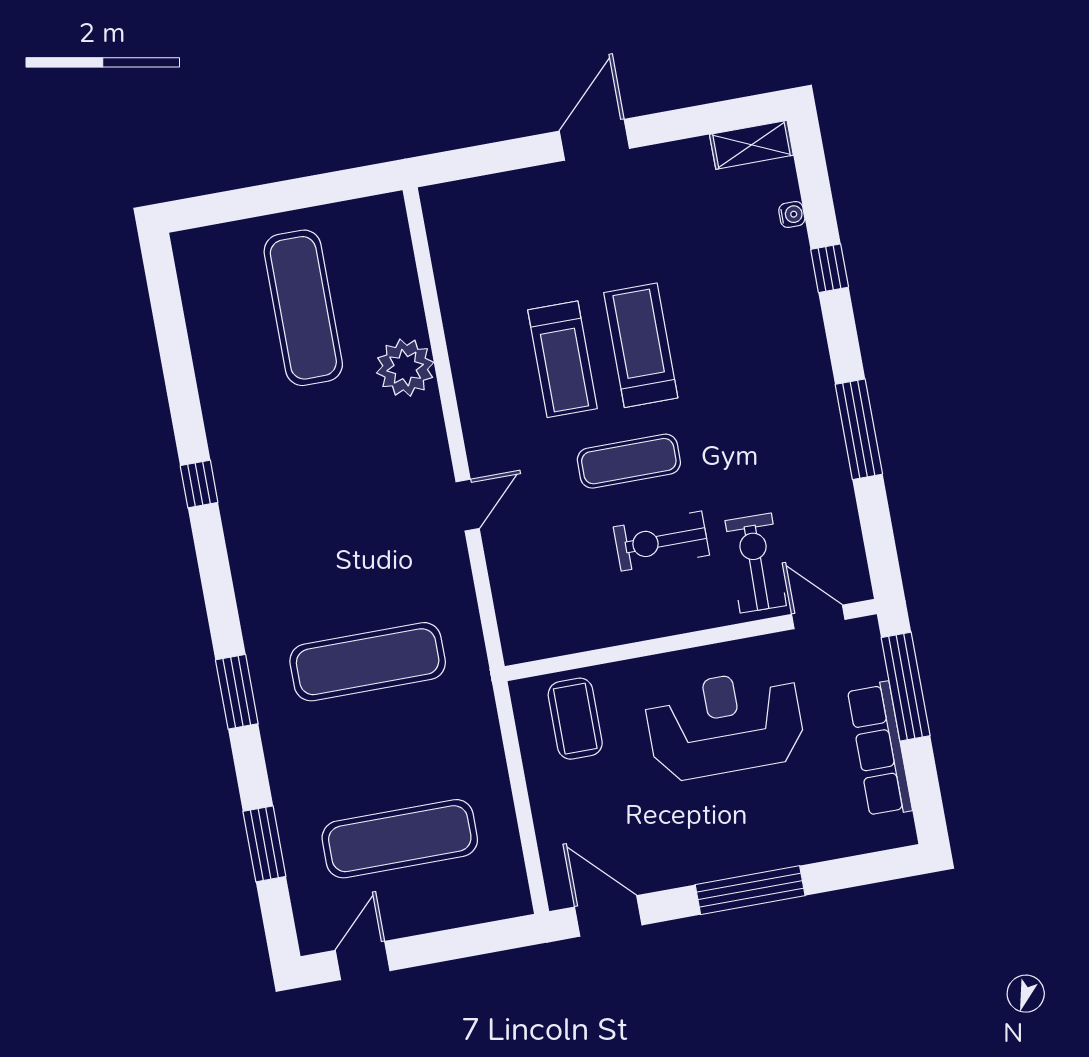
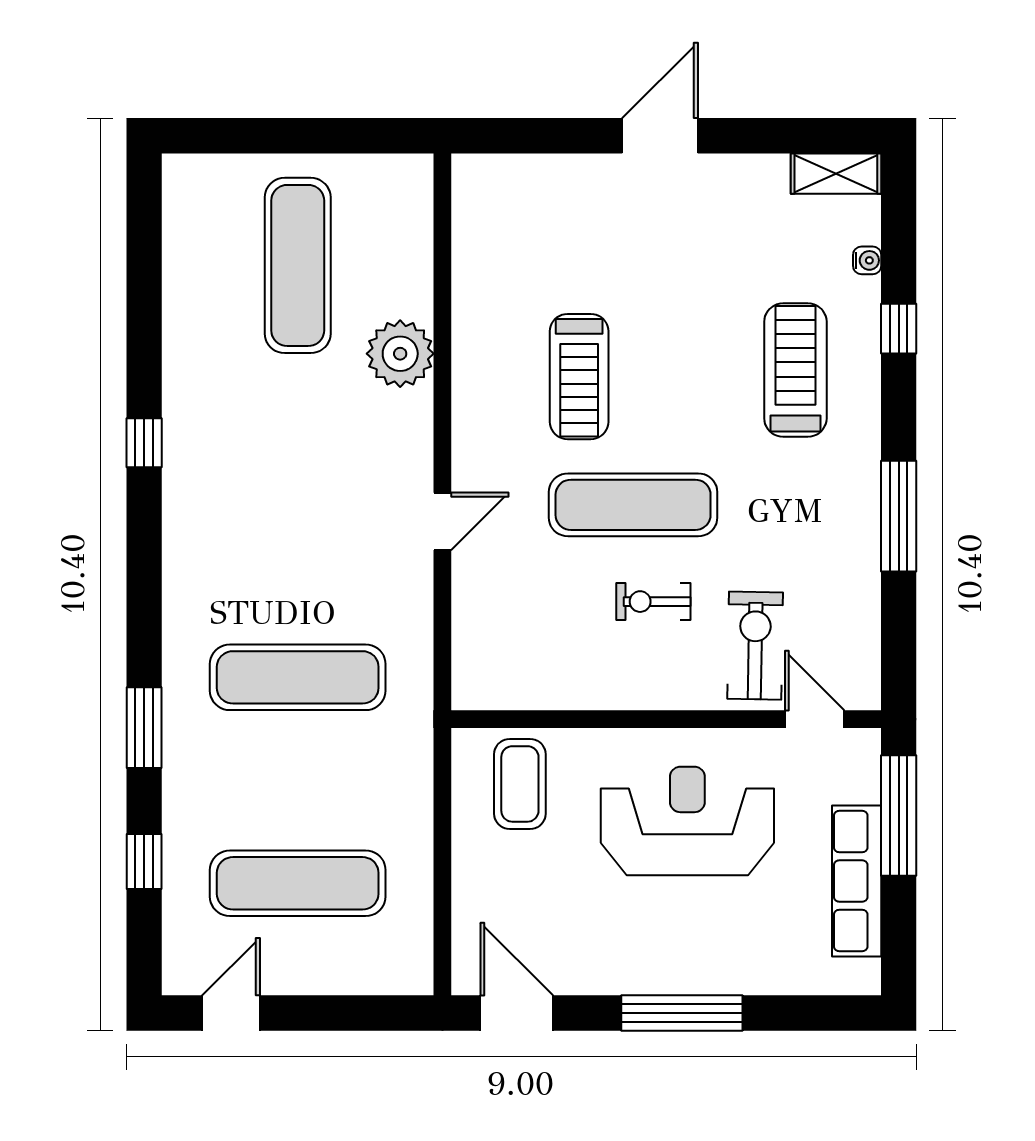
treadmill: (641, 345) -> (795, 370), moved
exercise mat: (629, 461) -> (633, 505), width x1.36, depth x1.45
exercise bike: (661, 541) -> (653, 602), width x0.73, depth x0.72
window: (237, 692) -> (144, 728), moved
window: (264, 844) -> (144, 862), width x0.67

